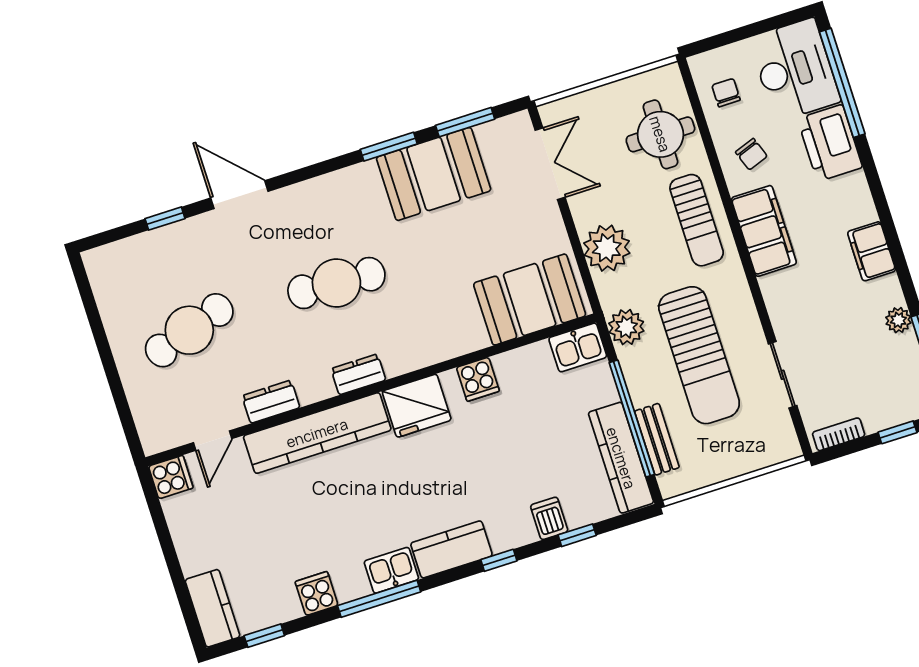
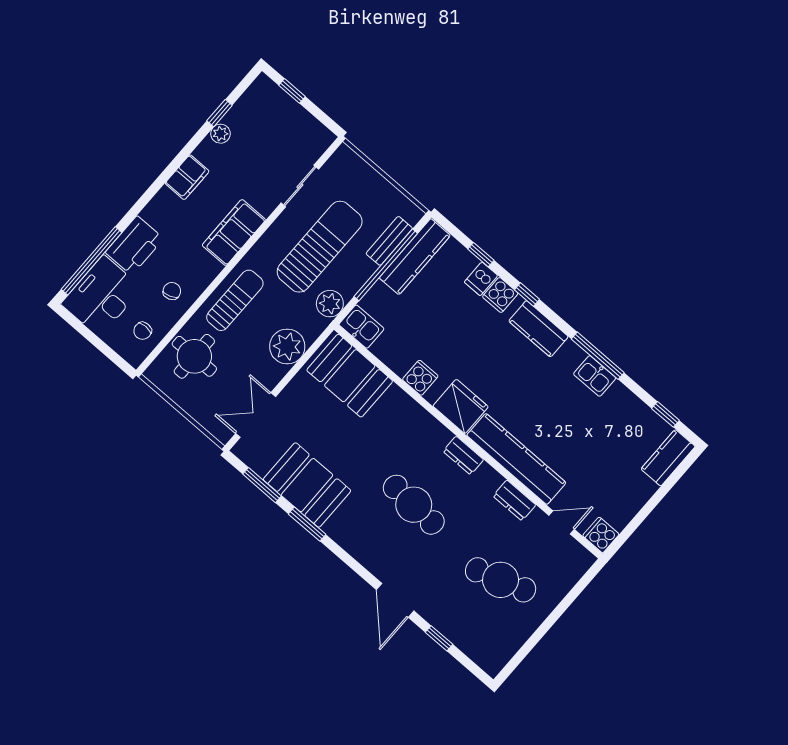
filing cabinet: (764, 231) -> (234, 233), moved
bookcase: (839, 434) -> (316, 128), removed
kitchen sink: (391, 570) -> (595, 376), moved
cooker: (317, 593) -> (500, 295), moved

